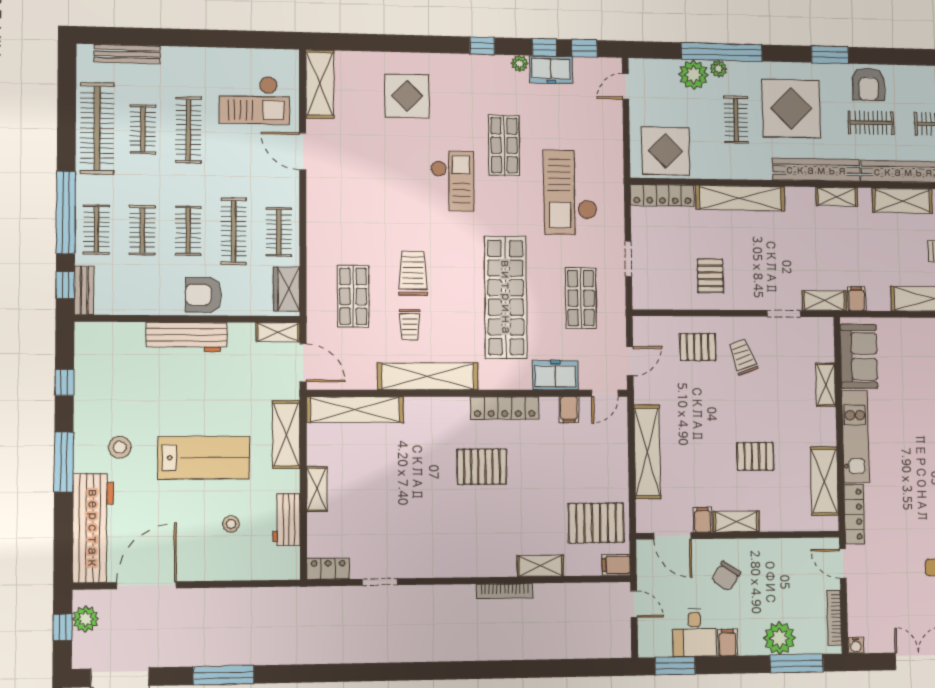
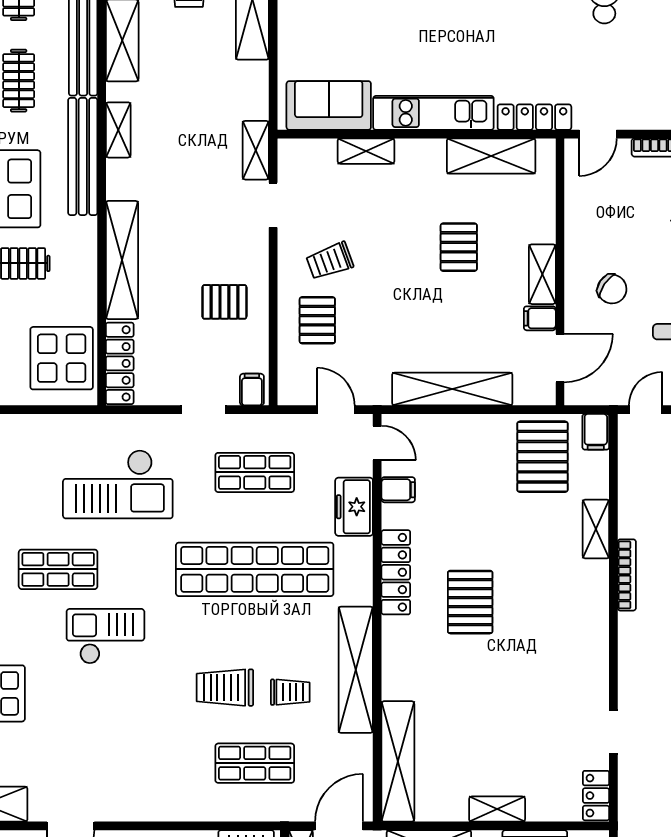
filing cabinet: (856, 299) -> (252, 390), moved, turned 90

